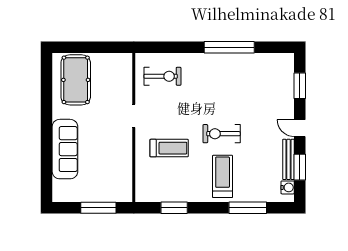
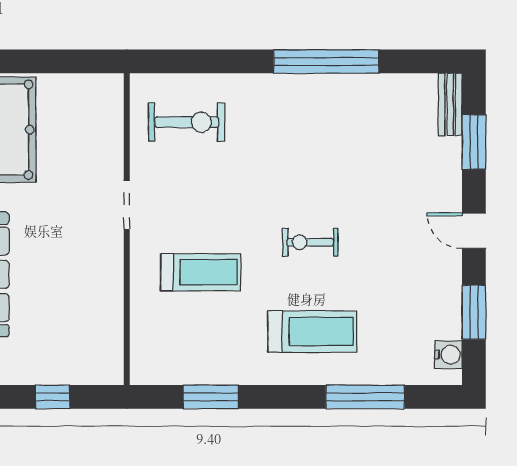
exercise bike: (222, 134) -> (310, 242), width x0.73, depth x0.72
bench: (288, 159) -> (450, 104), moved, width x0.73
treadmill: (223, 176) -> (312, 332), turned 90
window: (98, 208) -> (53, 397), width x0.46

